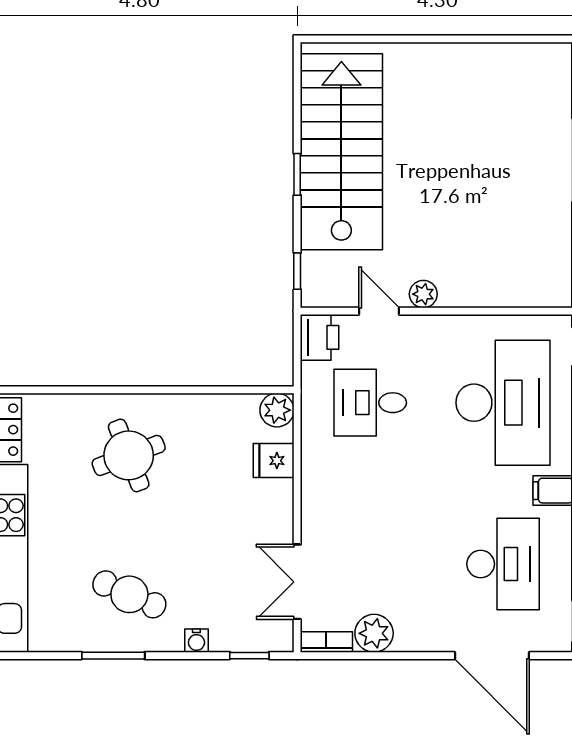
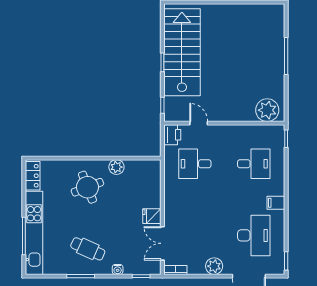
plant: (423, 294) -> (267, 110), moved, width x1.88, depth x1.88
desk: (503, 403) -> (254, 164), width x0.53, depth x0.77
plant: (277, 410) -> (116, 167), moved
fridge: (274, 461) -> (152, 216), moved
plant: (374, 633) -> (214, 266), moved

